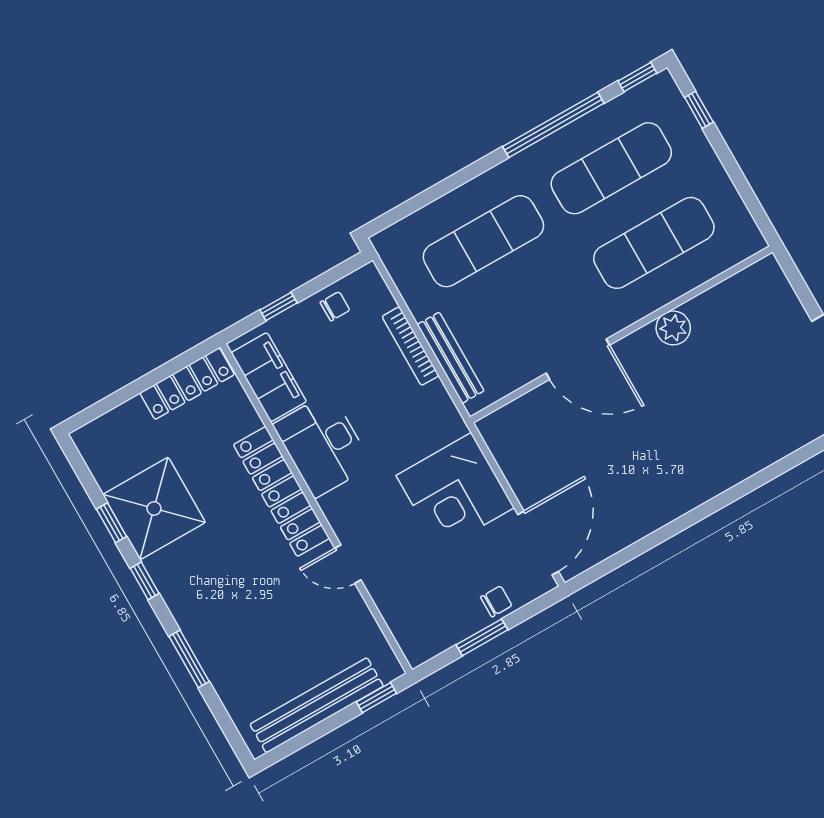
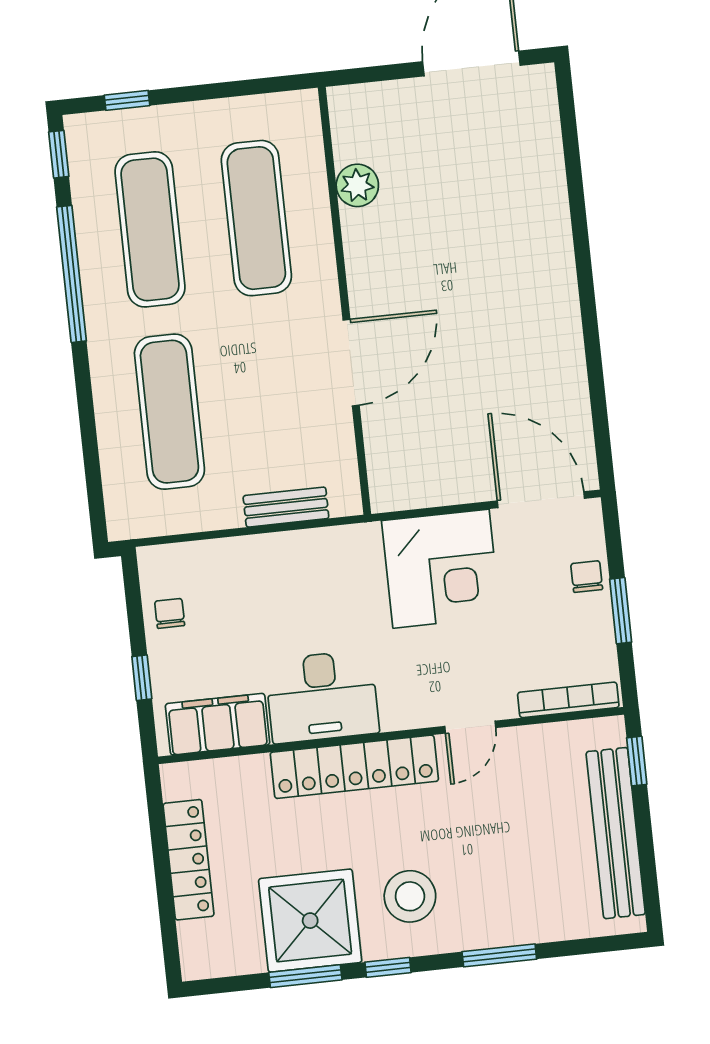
plant: (673, 328) -> (357, 185), moved
bookcase: (410, 346) -> (568, 700), moved, turned 180
bench: (451, 358) -> (286, 507), width x0.73
locker: (187, 384) -> (189, 860), moved
window: (112, 523) -> (305, 976), width x1.50
stool: (204, 574) -> (410, 896), added

